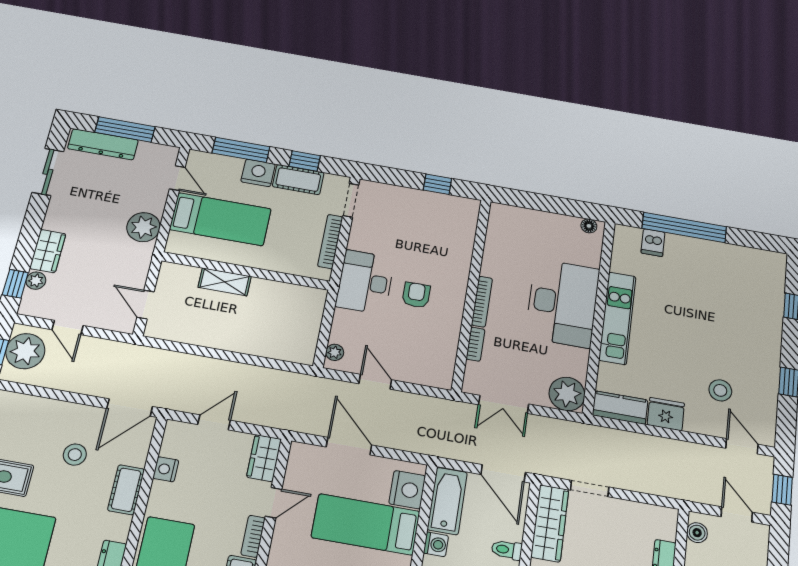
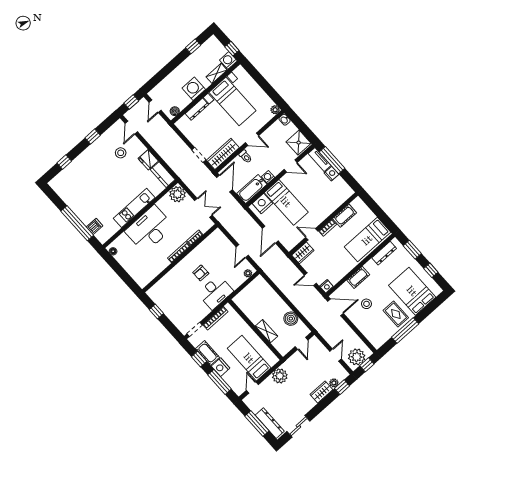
boiler: (197, 332) -> (291, 319), added
nightstand: (166, 469) -> (326, 286), moved

